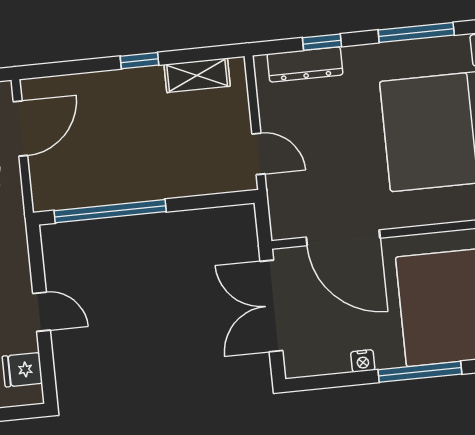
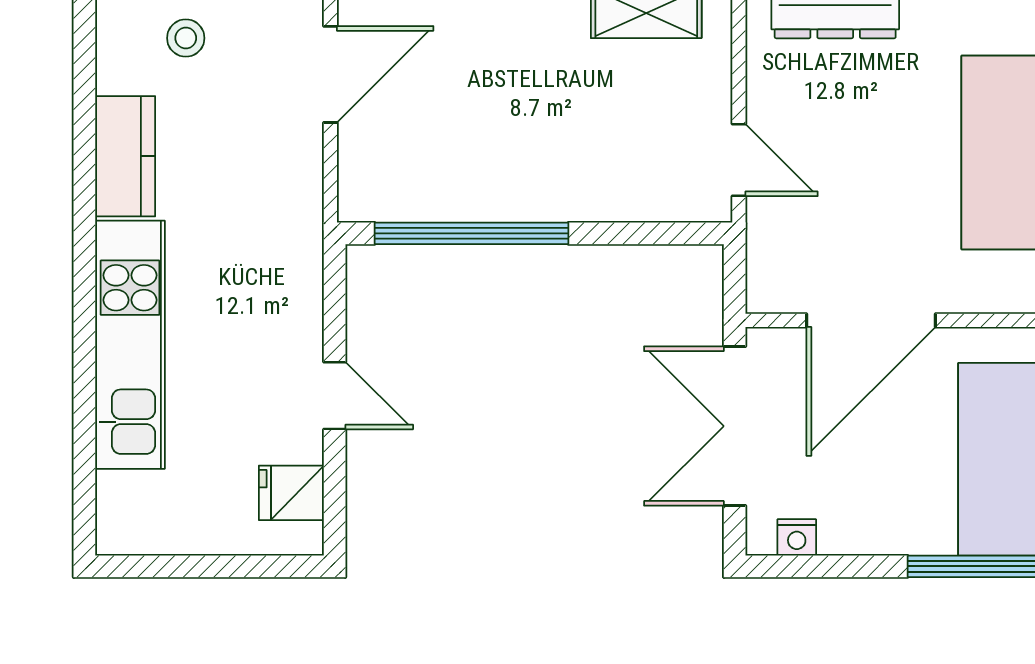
door: (343, 238) -> (871, 320), hinge flipped
nightstand: (363, 361) -> (797, 537), moved

